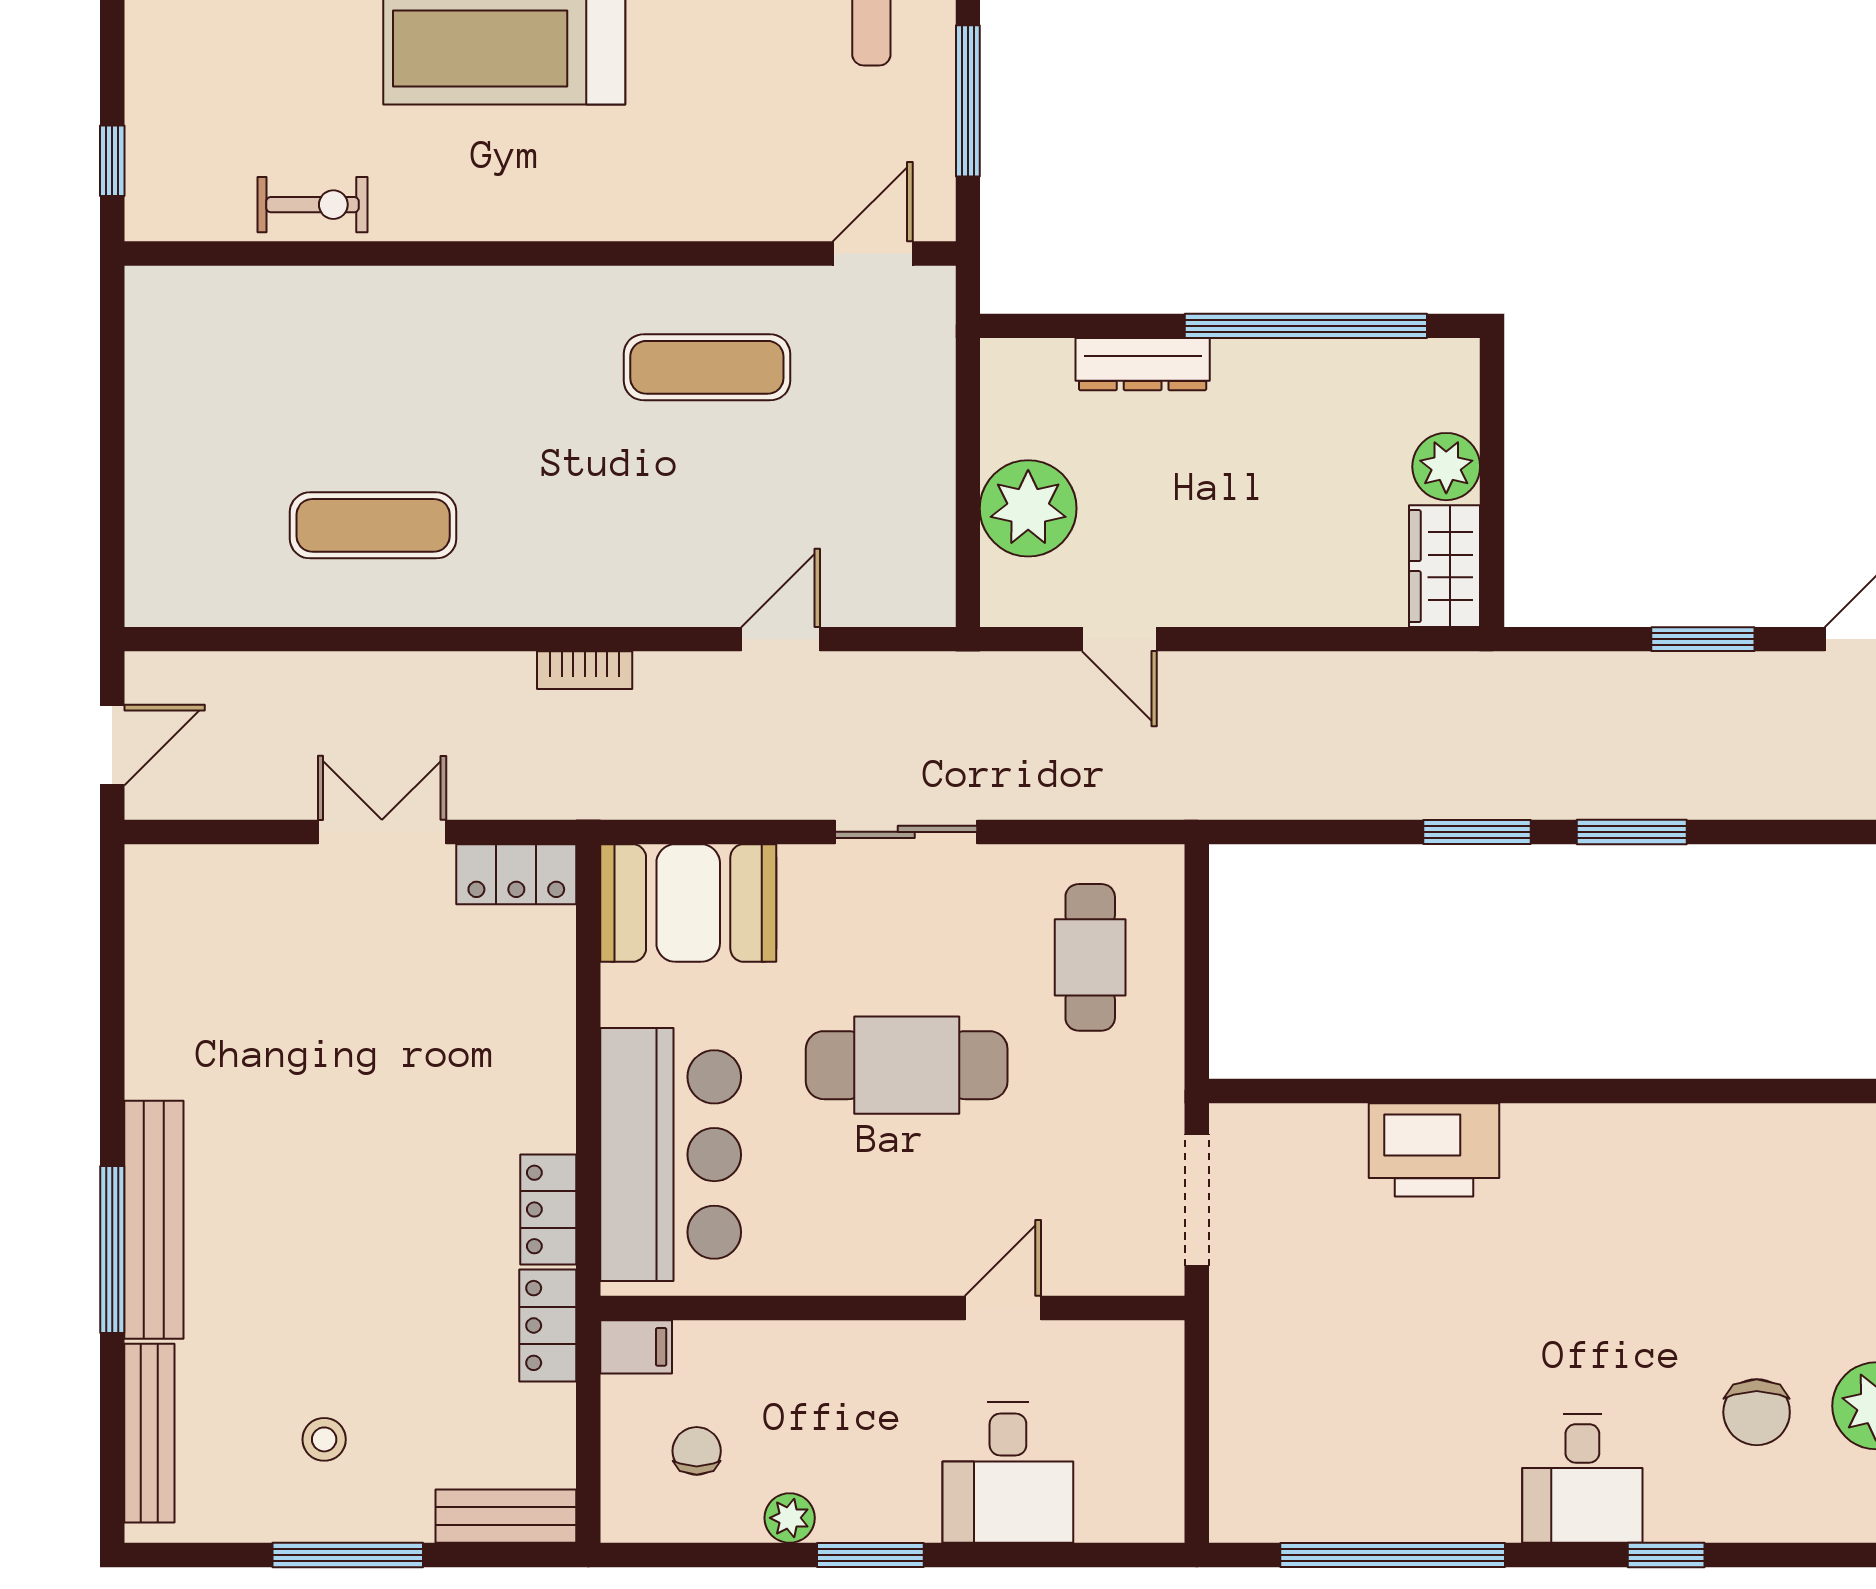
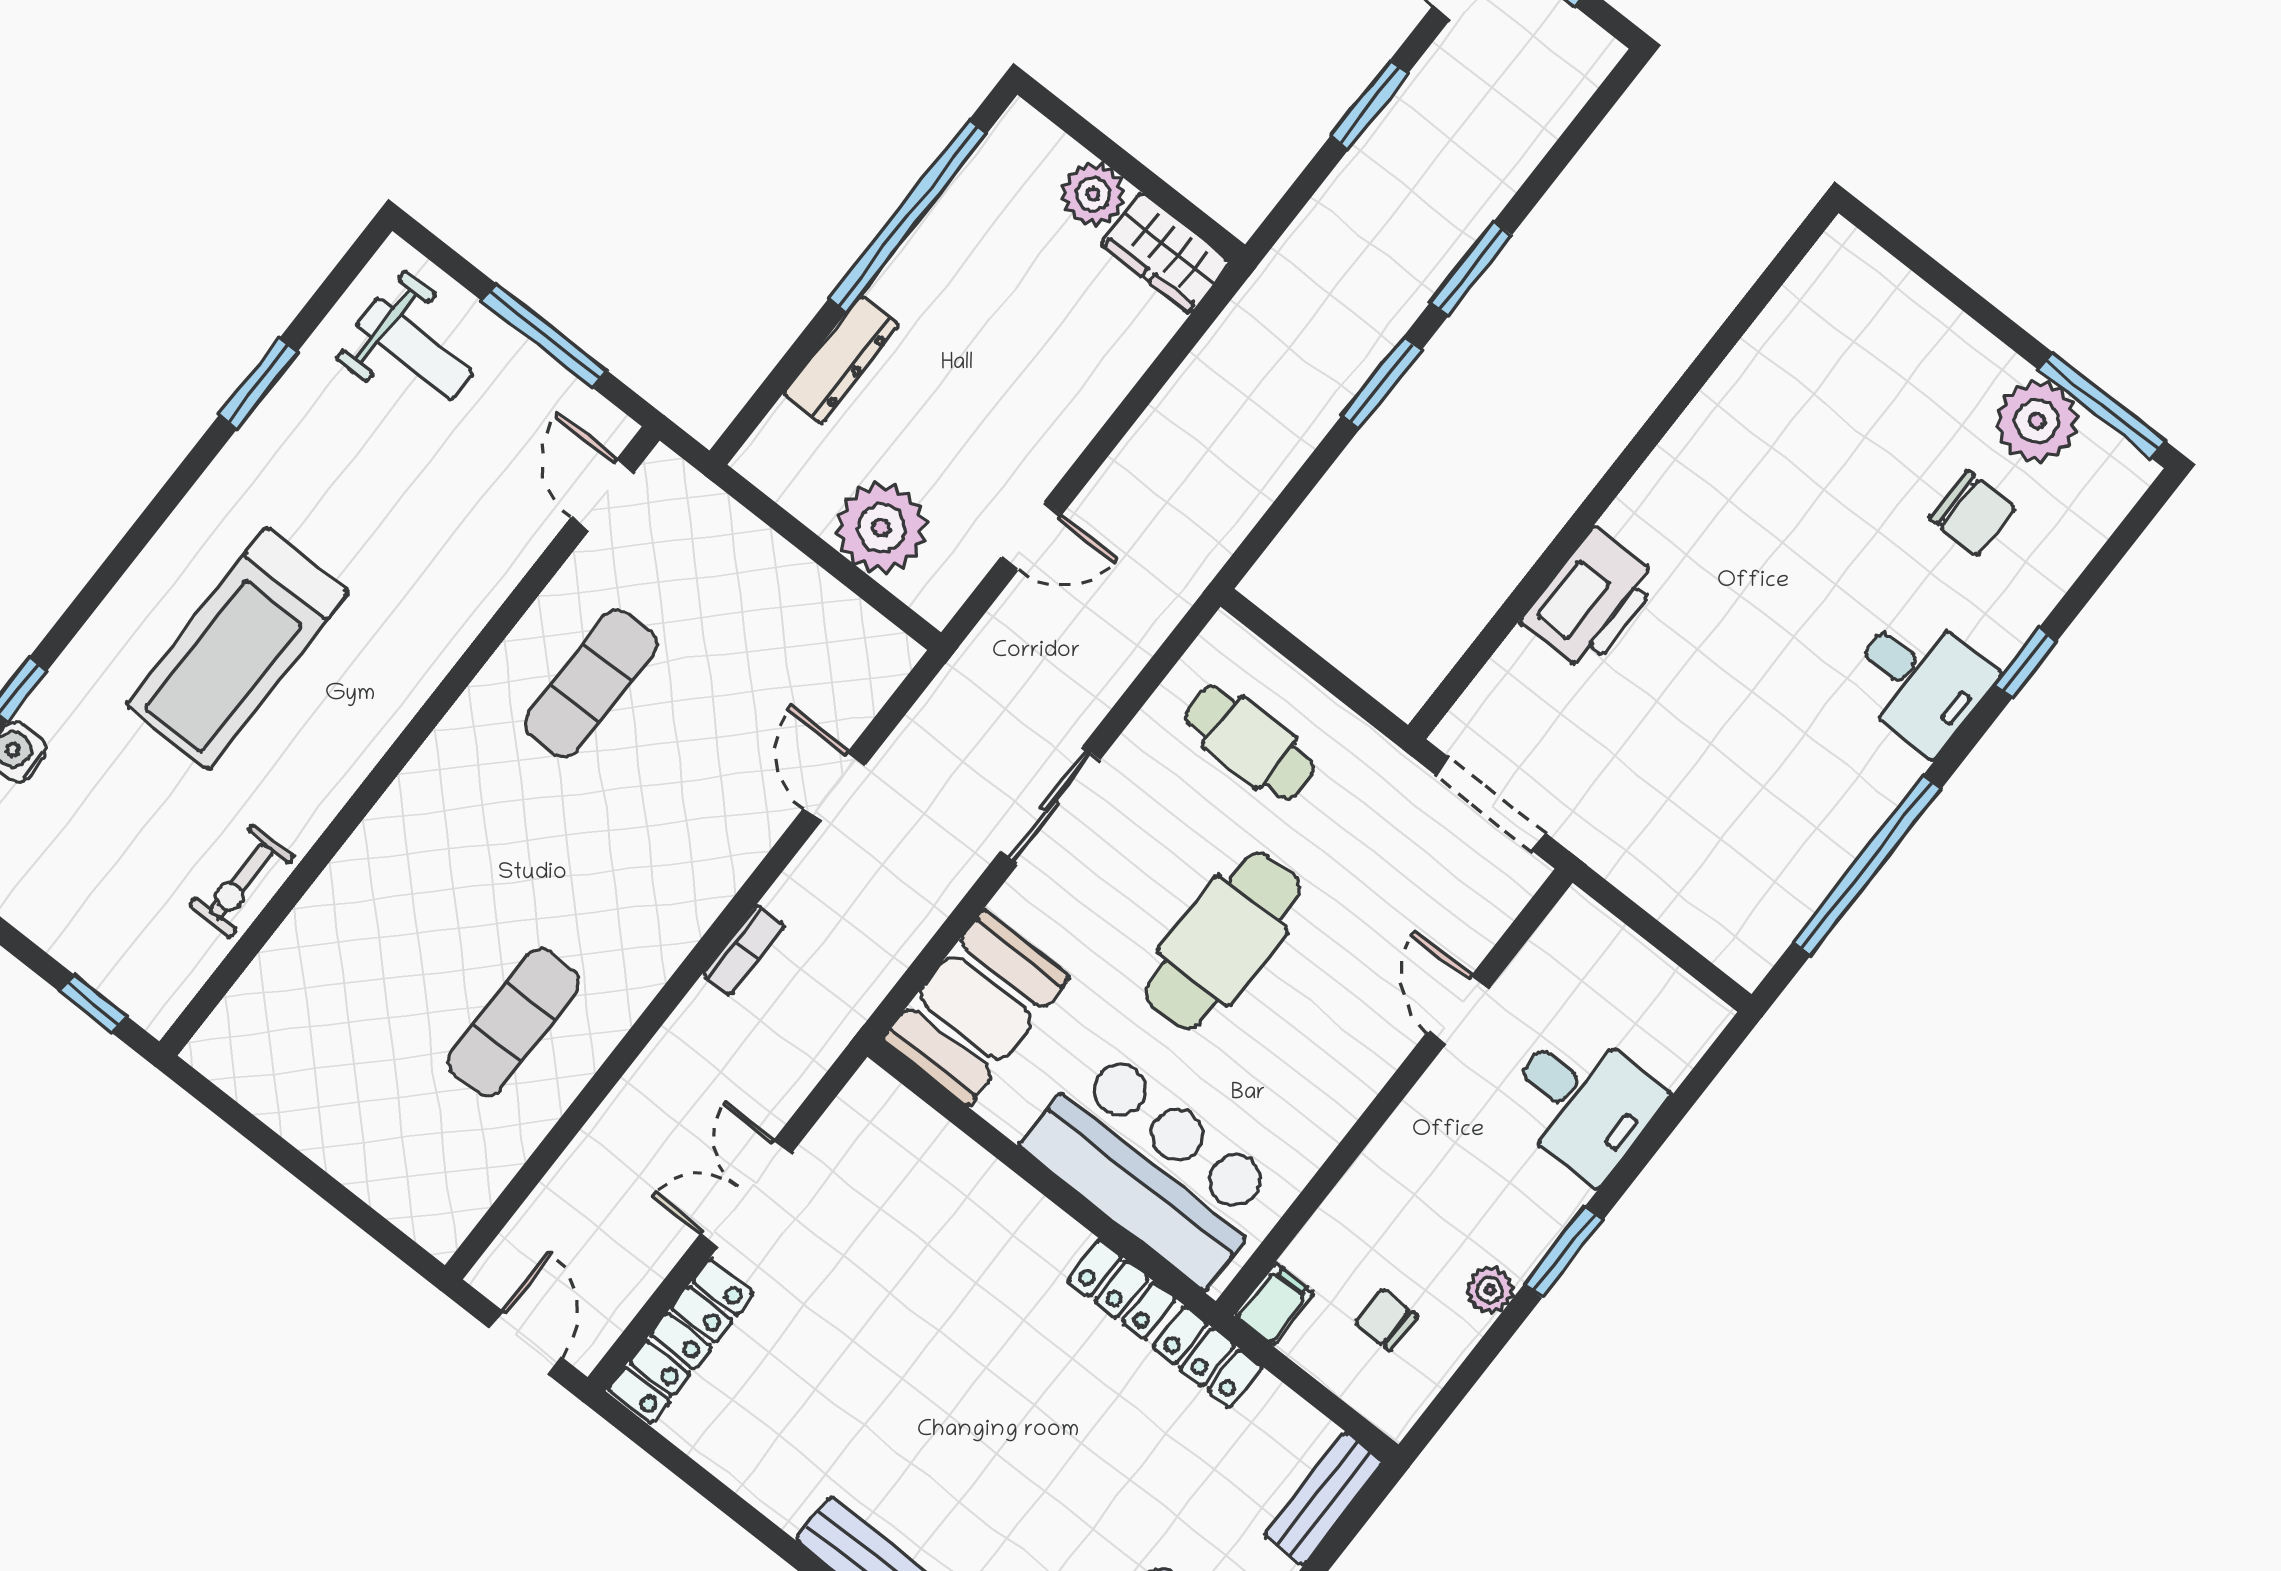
exercise bike: (312, 205) -> (242, 881), turned 180
locker: (516, 874) -> (681, 1341), moved, width x1.53

